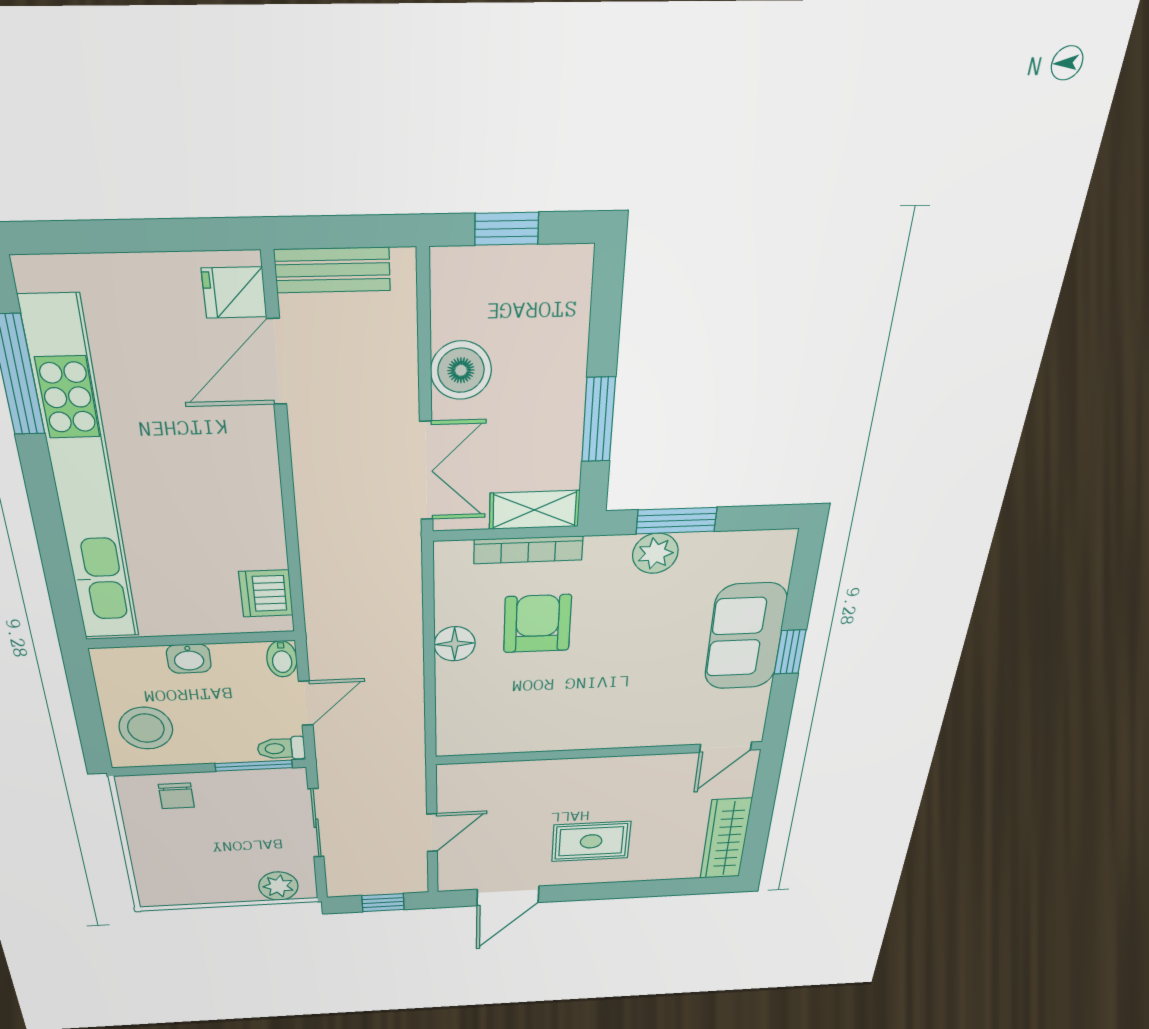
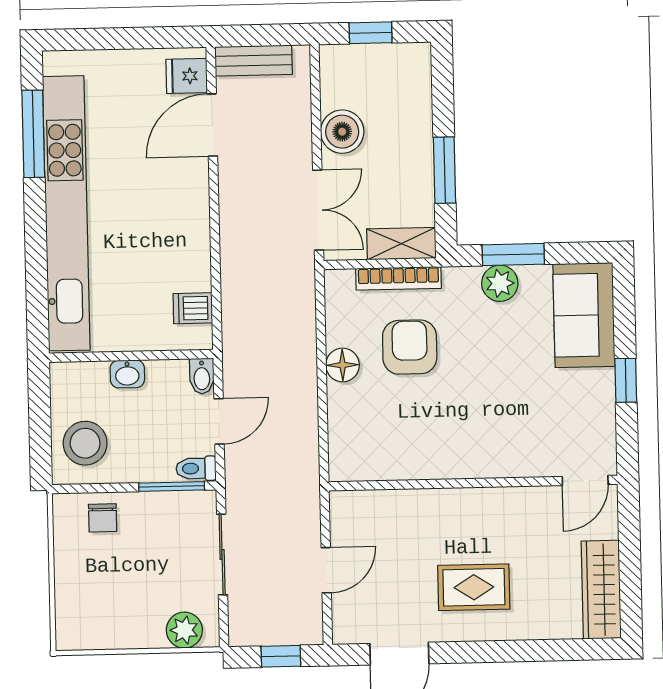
dishwasher: (266, 593) -> (193, 308), width x0.73
sofa: (745, 637) -> (584, 315), moved

